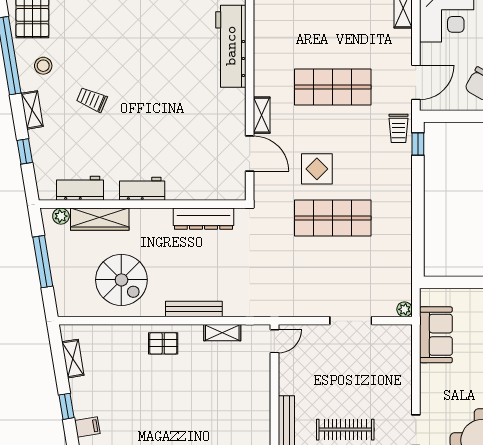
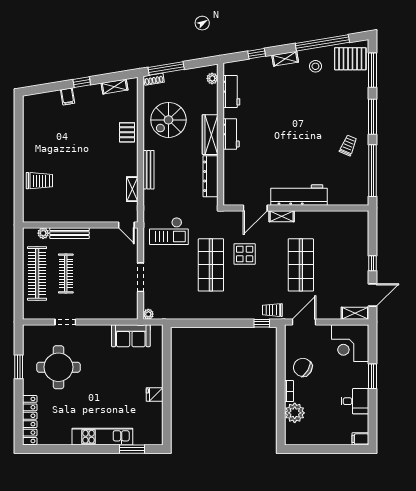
workbench: (231, 46) -> (299, 195), moved
door: (416, 82) -> (304, 322), swing flipped
trolley: (92, 100) -> (348, 145), moved
wardrobe: (100, 219) -> (210, 135), moved
window: (43, 262) -> (166, 68), moved
checkout: (283, 279) -> (169, 231), added
shoe rack: (62, 301) -> (154, 79), added
pallet: (163, 343) -> (127, 132), moved

